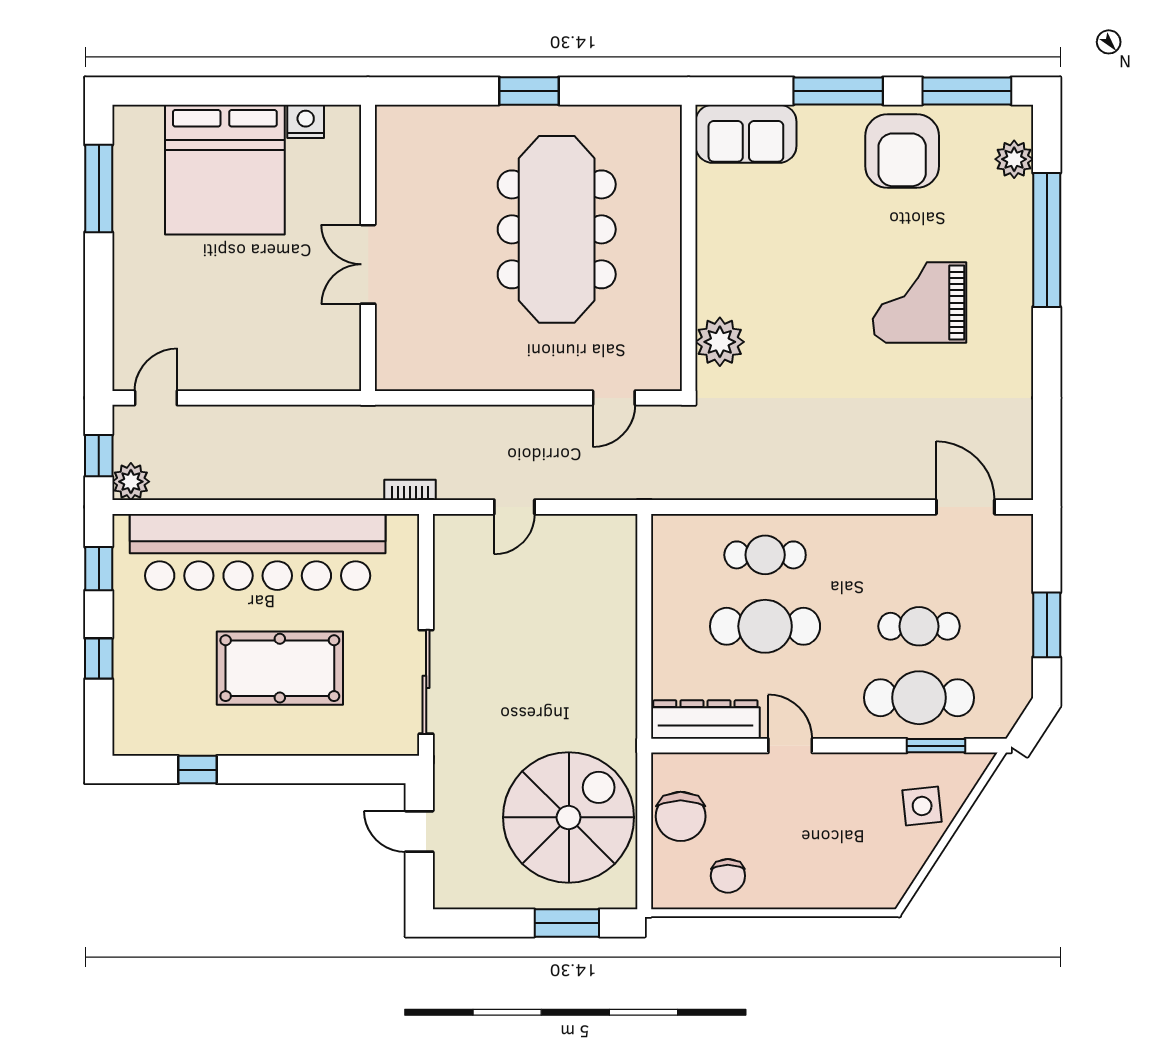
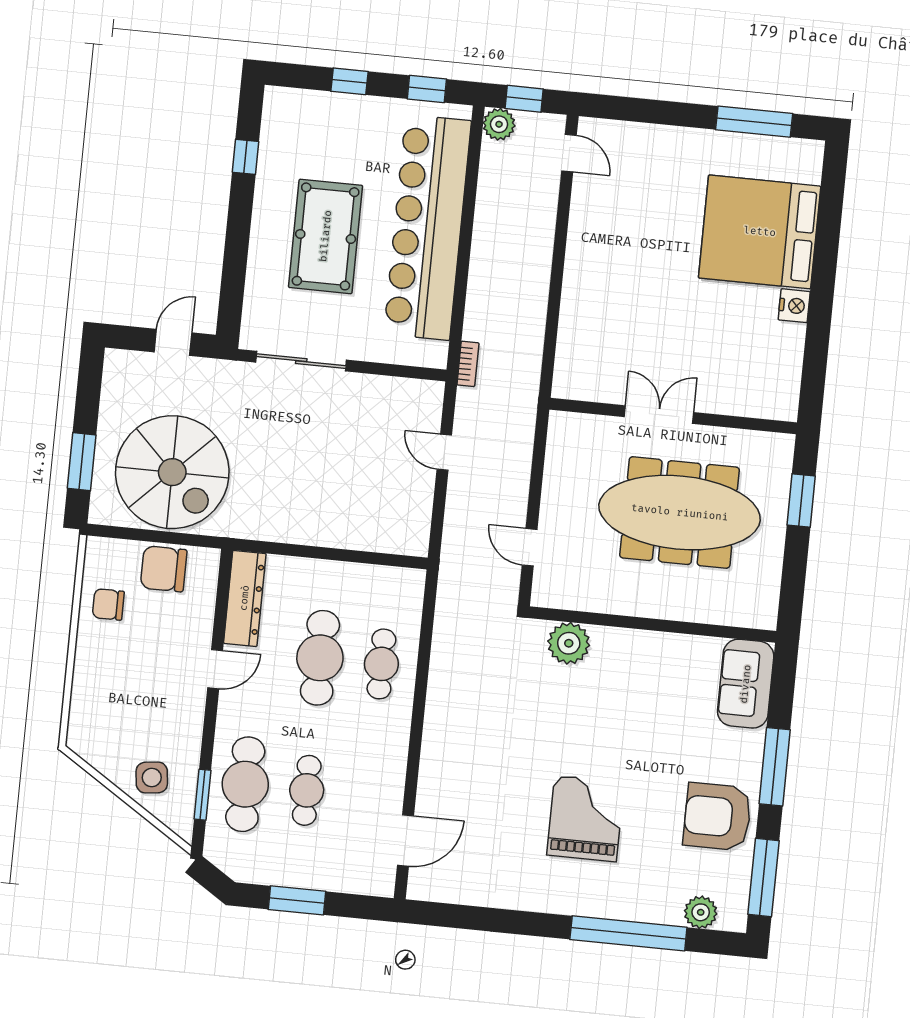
wall: (368, 248) -> (673, 416), moved
double door: (368, 264) -> (659, 415), moved

